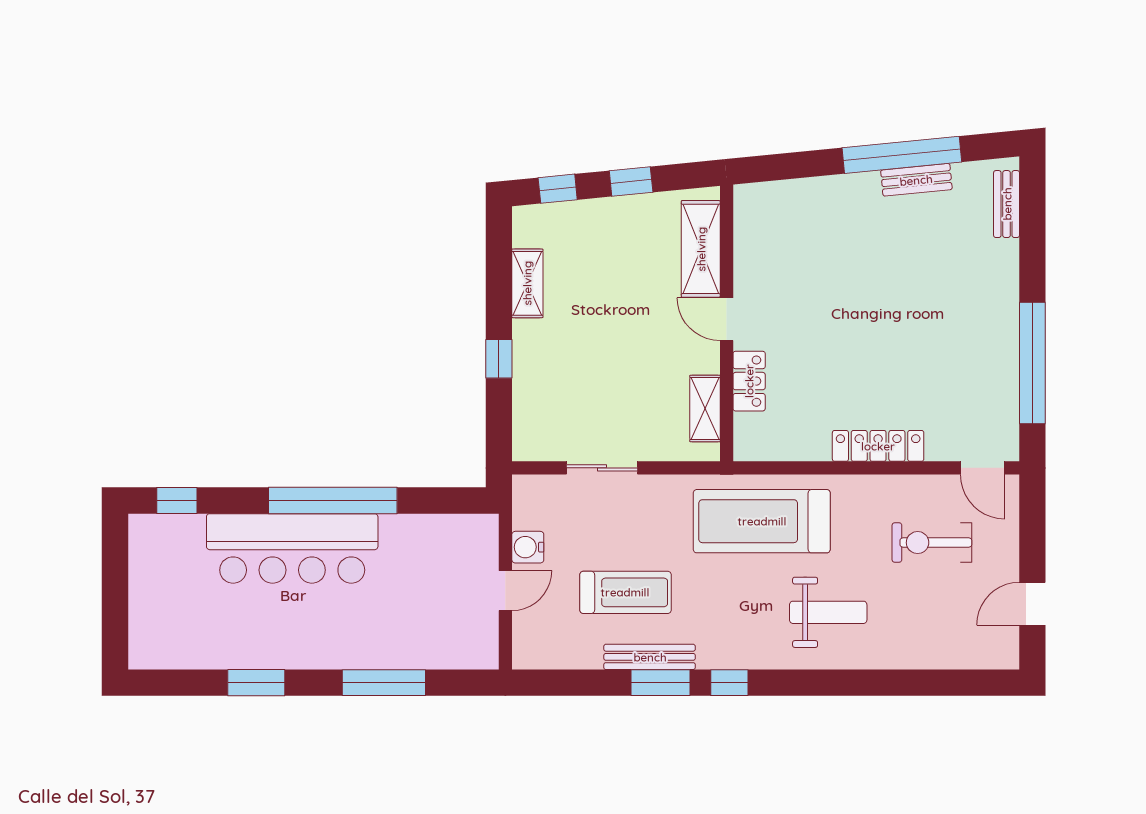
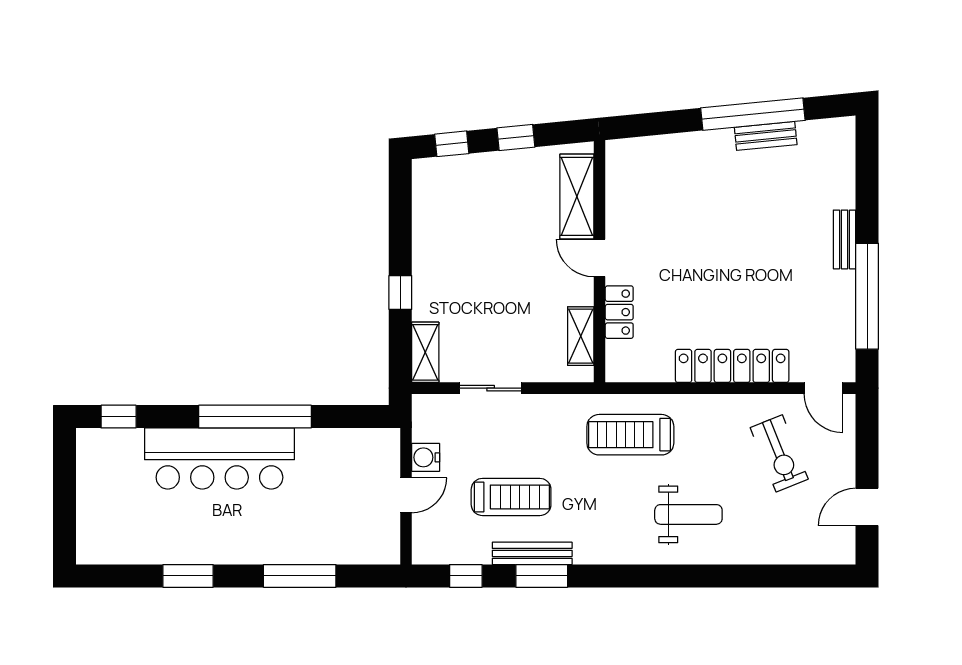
bench: (1007, 204) -> (845, 239), moved
shelving: (527, 283) -> (425, 352), moved
locker: (878, 446) -> (732, 366), width x1.41, depth x1.21
treadmill: (762, 521) -> (630, 435), width x0.73, depth x0.73
exercise bike: (932, 543) -> (779, 453), turned -112
window: (729, 683) -> (466, 576), moved

